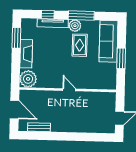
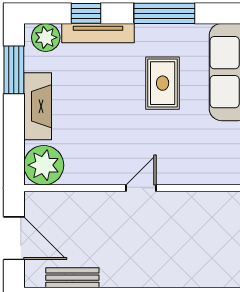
plant: (75, 26) -> (46, 37), moved
door: (69, 90) -> (141, 188), hinge flipped

